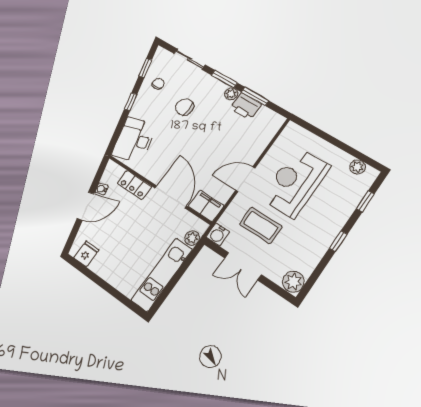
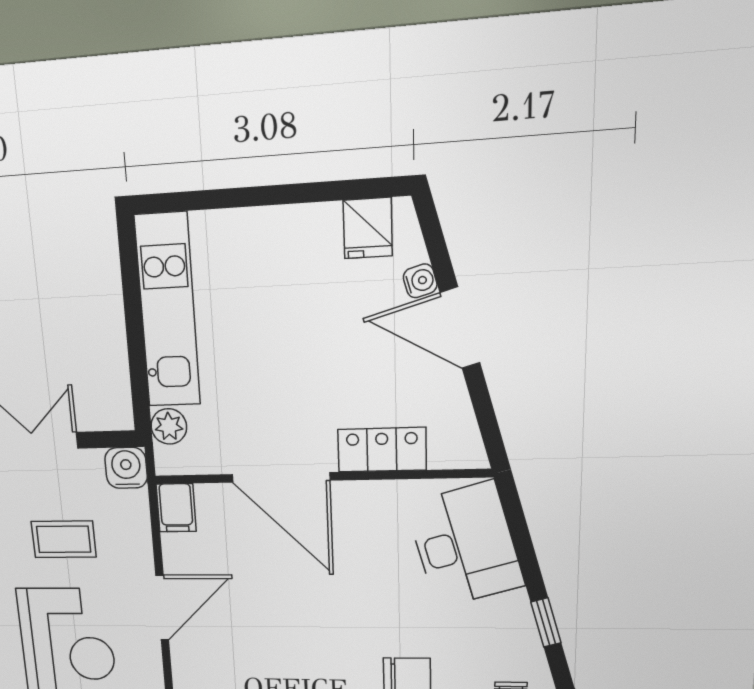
water cooler: (102, 189) -> (420, 281), moved
door: (85, 206) -> (460, 328), hinge flipped
filing cabinet: (206, 206) -> (176, 508), width x0.50
coffee table: (261, 225) -> (64, 539), width x0.73, depth x0.77

